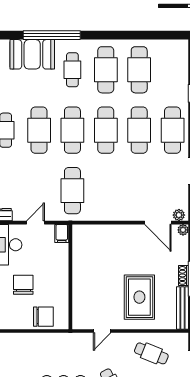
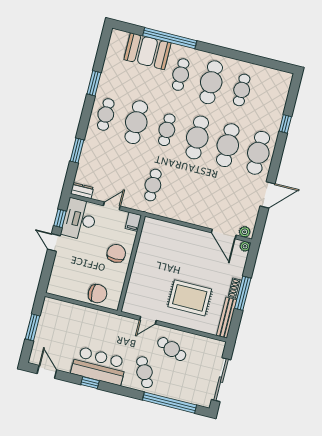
cafe table: (139, 70) -> (242, 90), width x0.73, depth x0.74
cafe table: (72, 130) -> (167, 130), width x0.73, depth x0.74
cafe table: (72, 191) -> (153, 185), width x0.73, depth x0.74
chair: (23, 285) -> (116, 253), moved
rug: (139, 297) -> (190, 298), turned 90
cafe table: (151, 353) -> (172, 349), moved

